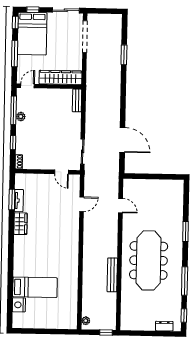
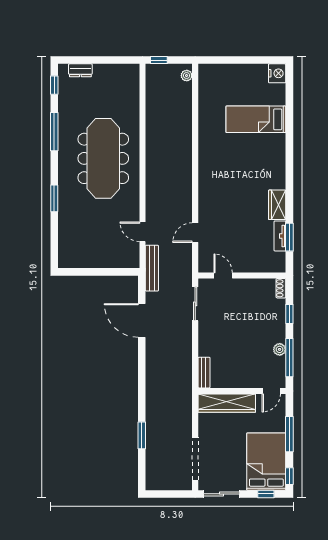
bench: (112, 275) -> (152, 268), moved
nightstand: (19, 305) -> (277, 73), moved

